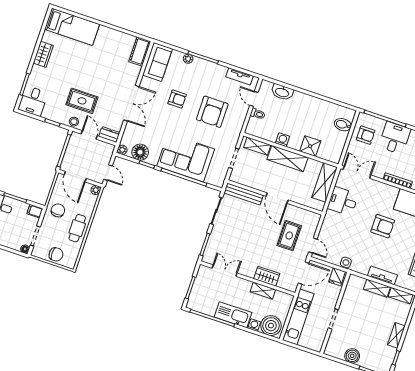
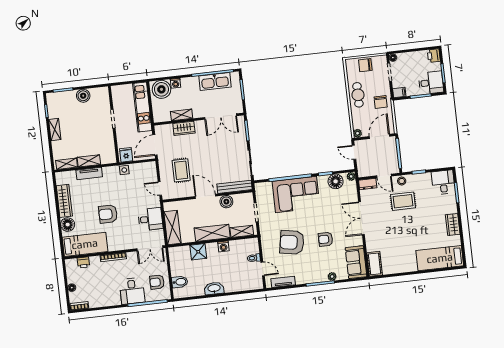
washbasin: (282, 92) -> (214, 288), moved
armchair: (212, 112) -> (292, 242), turned -80
door: (75, 177) -> (379, 136), hinge flipped
boiler: (259, 183) -> (226, 202), added
door: (313, 245) -> (160, 188), moved
double door: (225, 271) -> (221, 117), width x1.37
kitchen sink: (233, 315) -> (215, 82), moved

